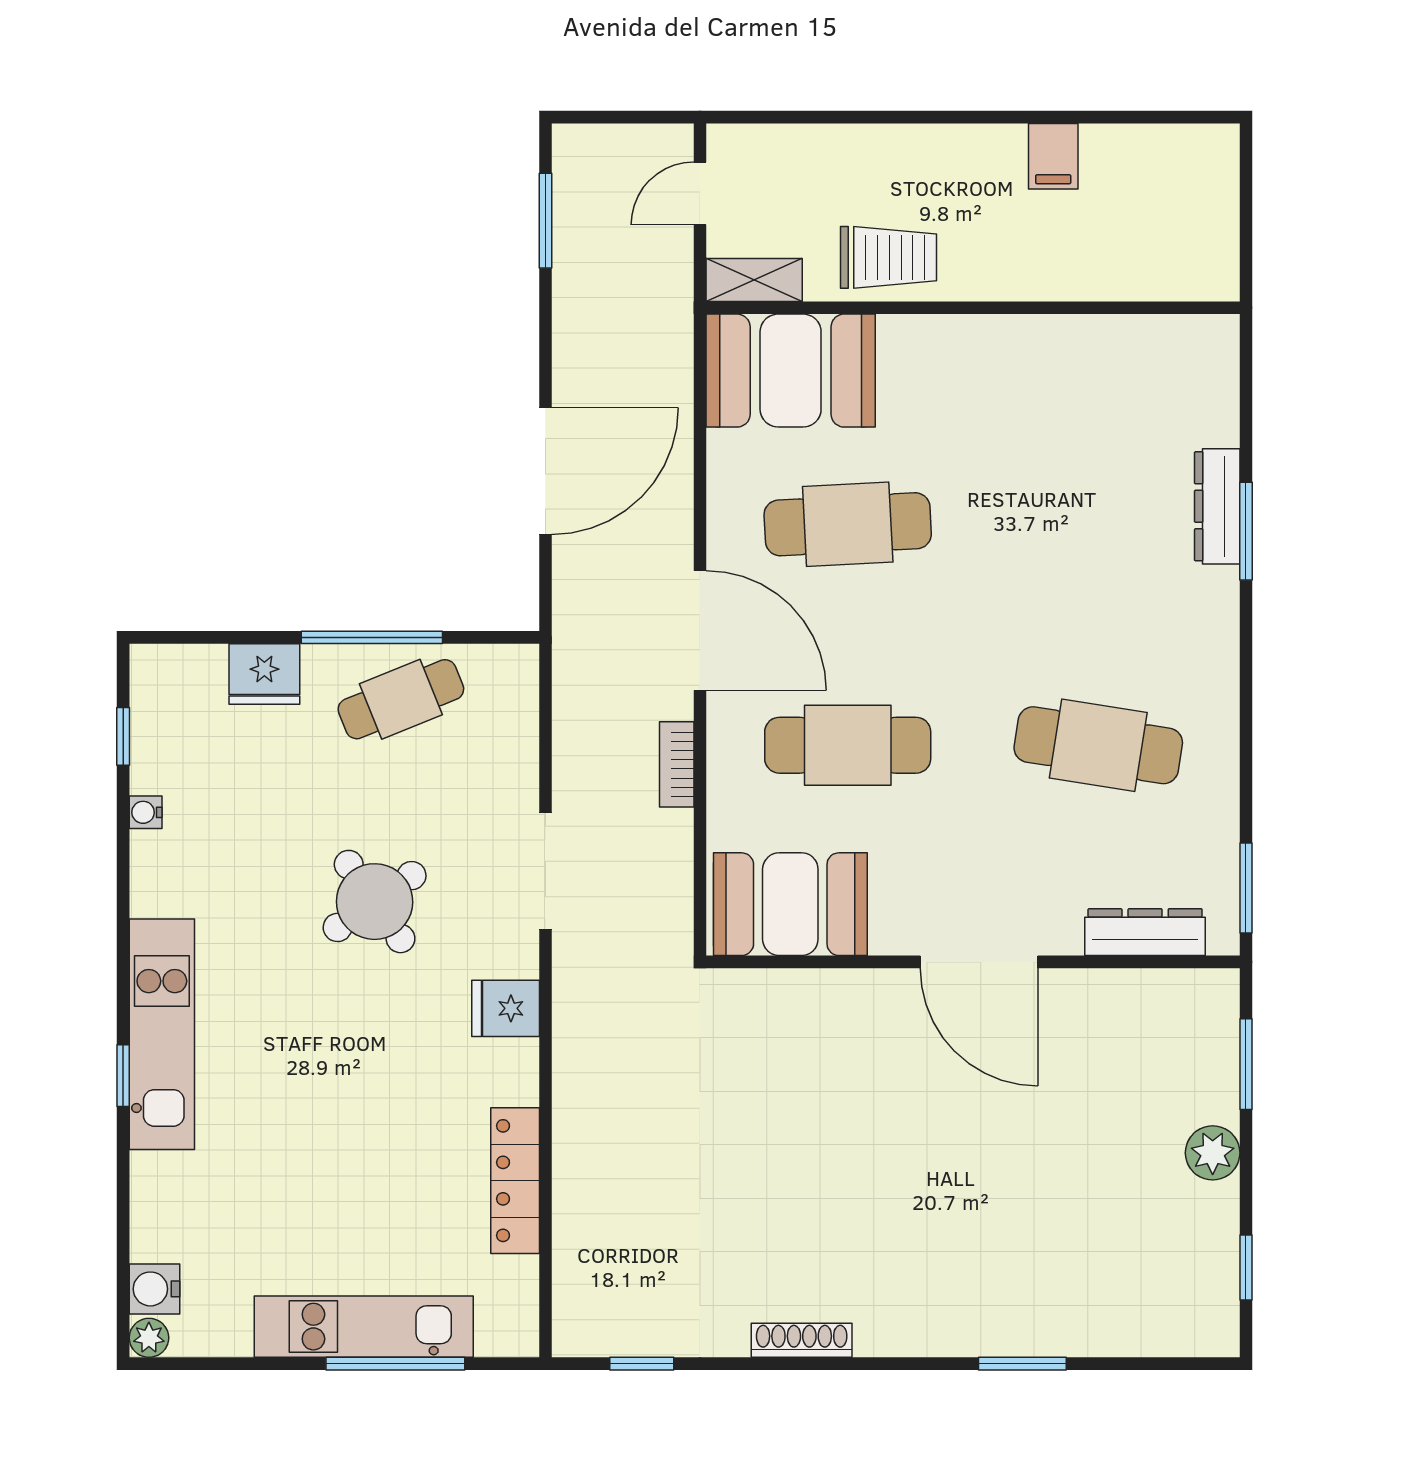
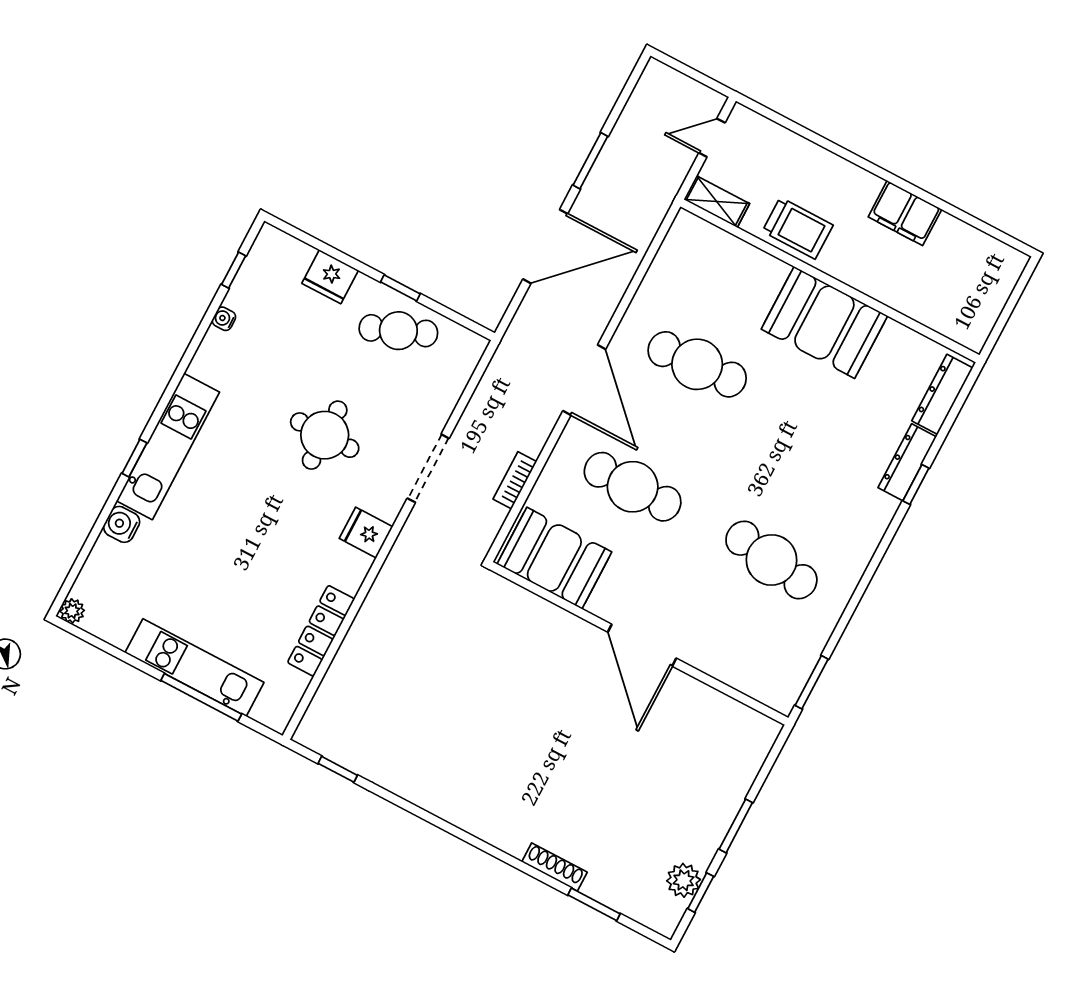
filing cabinet: (1053, 156) -> (905, 213), width x2.00
window: (545, 221) -> (590, 161), moved
booth: (791, 371) -> (824, 322), moved
window: (1246, 531) -> (916, 484), width x0.67
window: (372, 637) -> (400, 288), width x0.46
bookcase: (677, 764) -> (515, 480), moved
round table: (375, 902) -> (325, 435), turned 35
dresser: (1145, 932) -> (942, 394), moved, turned -90
window: (1246, 1064) -> (736, 826), moved
plant: (1213, 1153) -> (684, 880), moved
water cooler: (154, 1289) -> (122, 524), moved
shoe rack: (802, 1340) -> (554, 867), moved
window: (1022, 1364) -> (594, 904), moved

